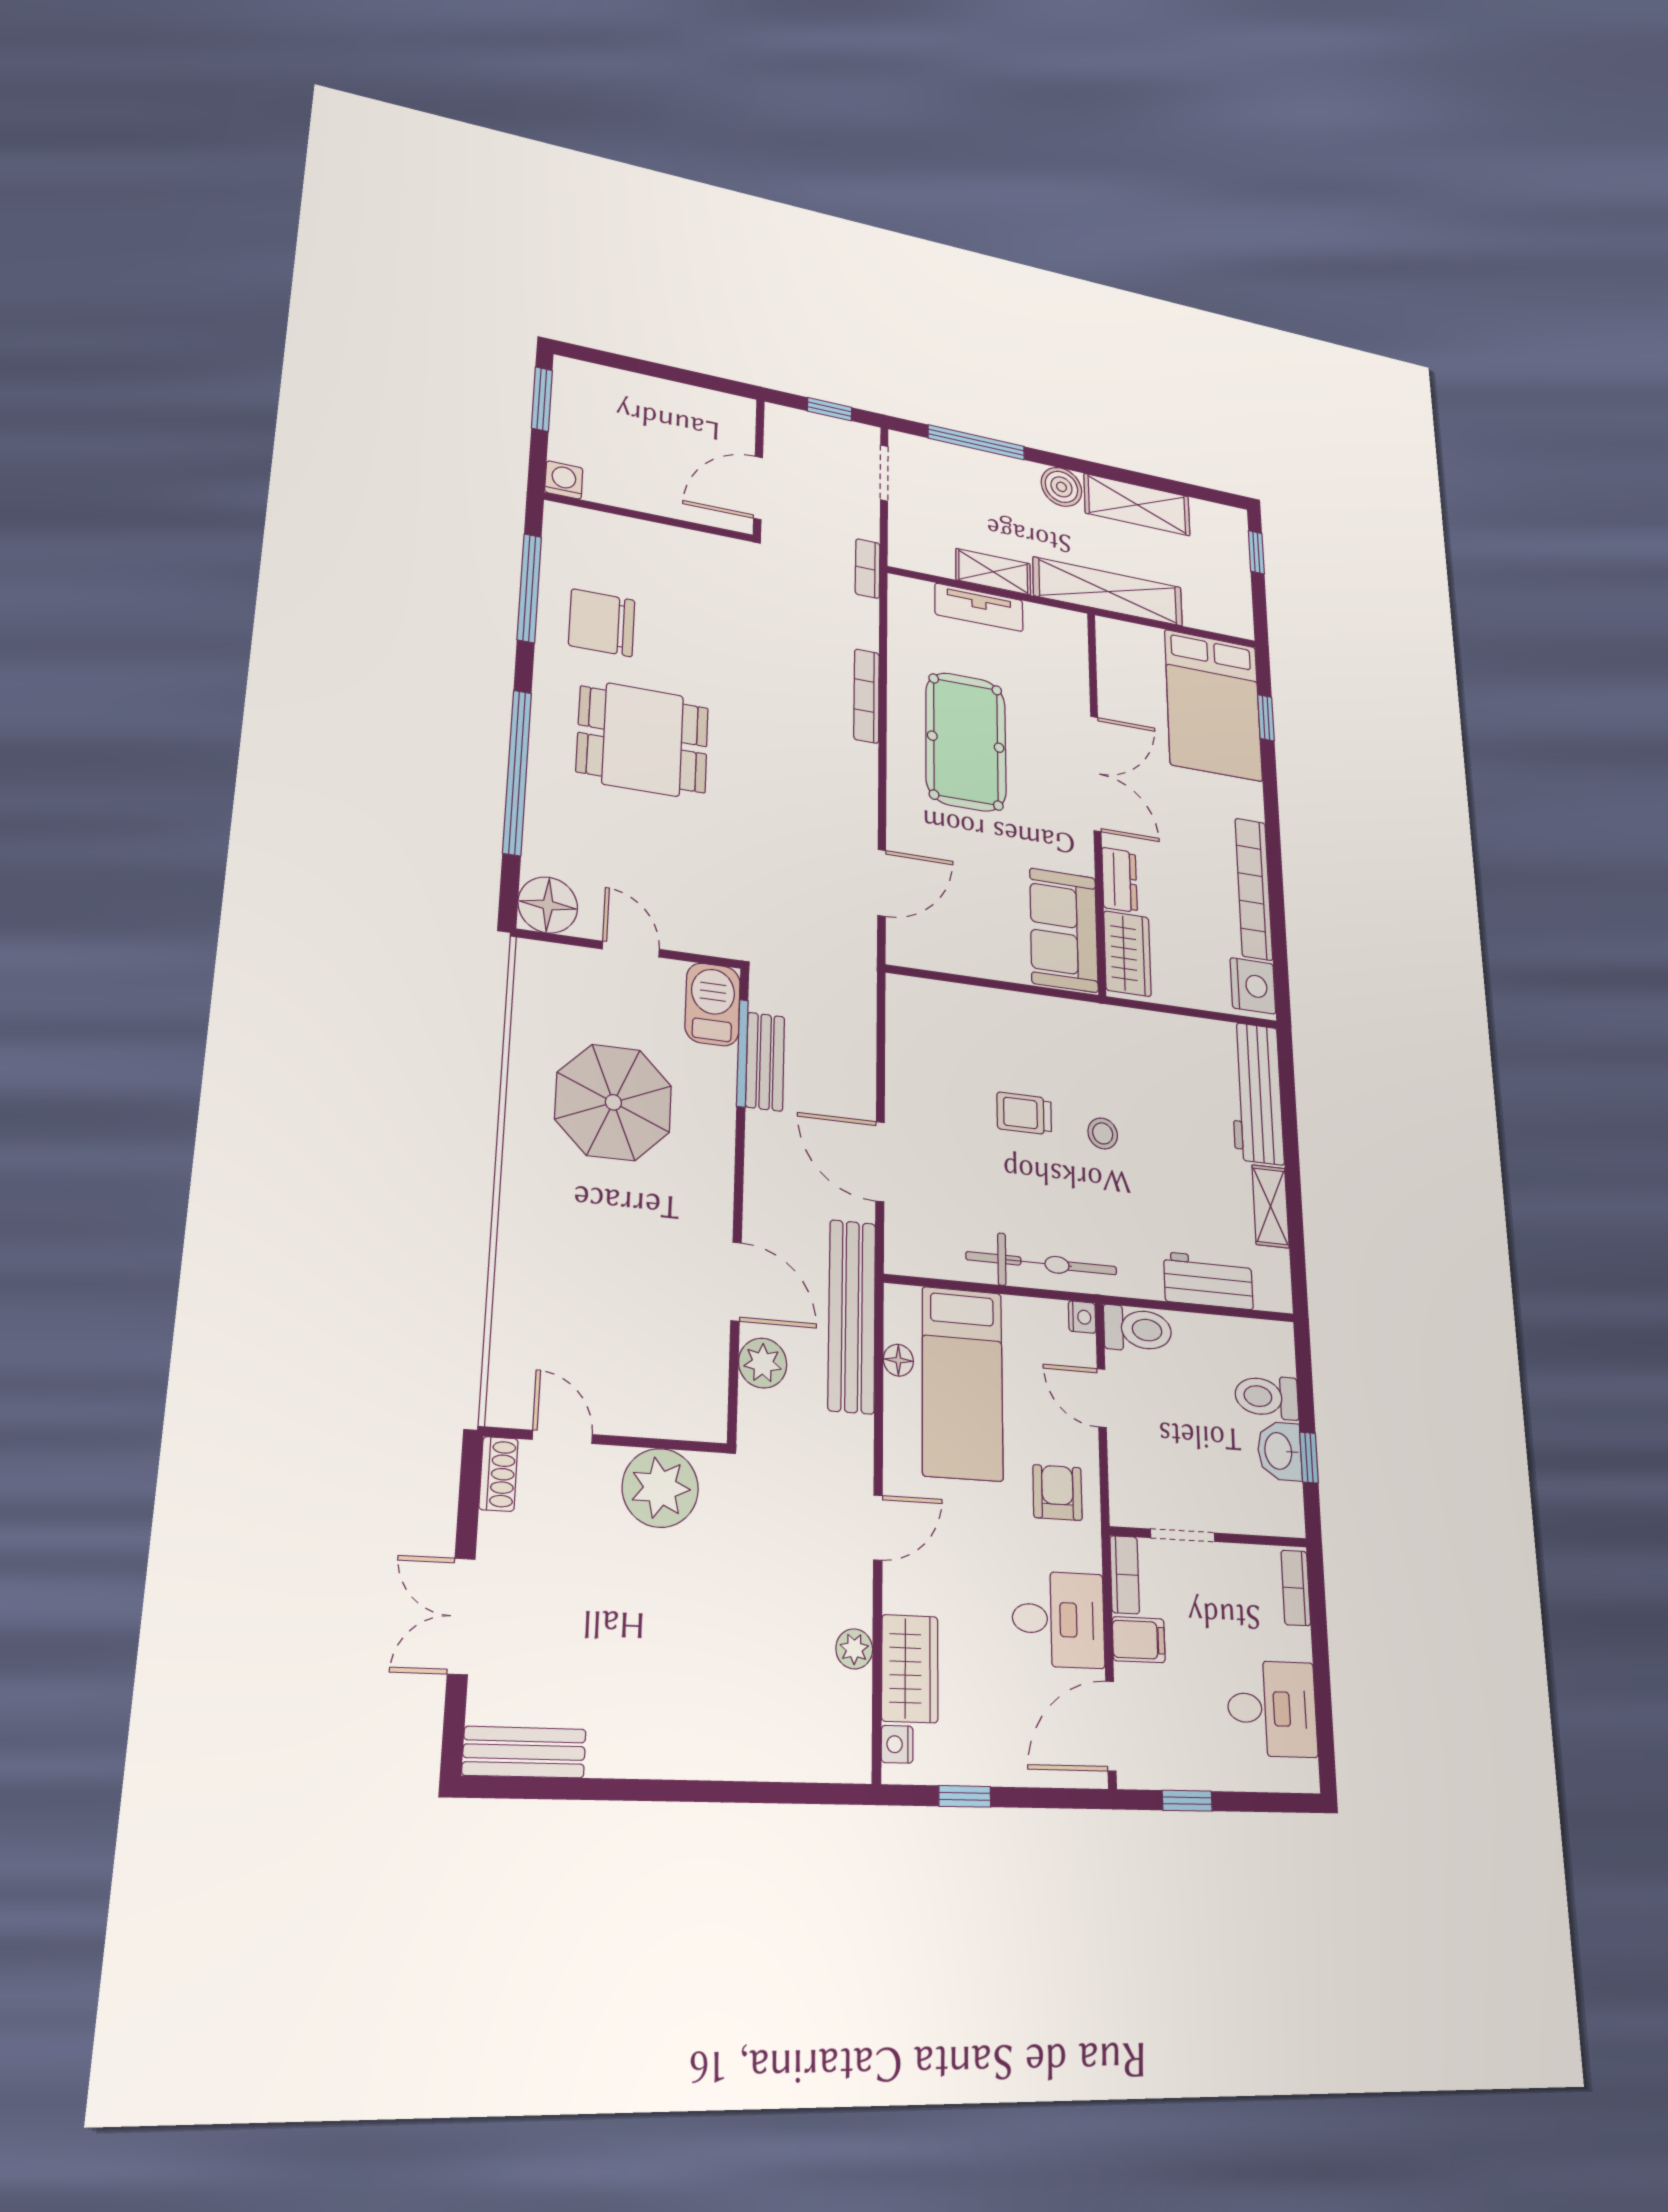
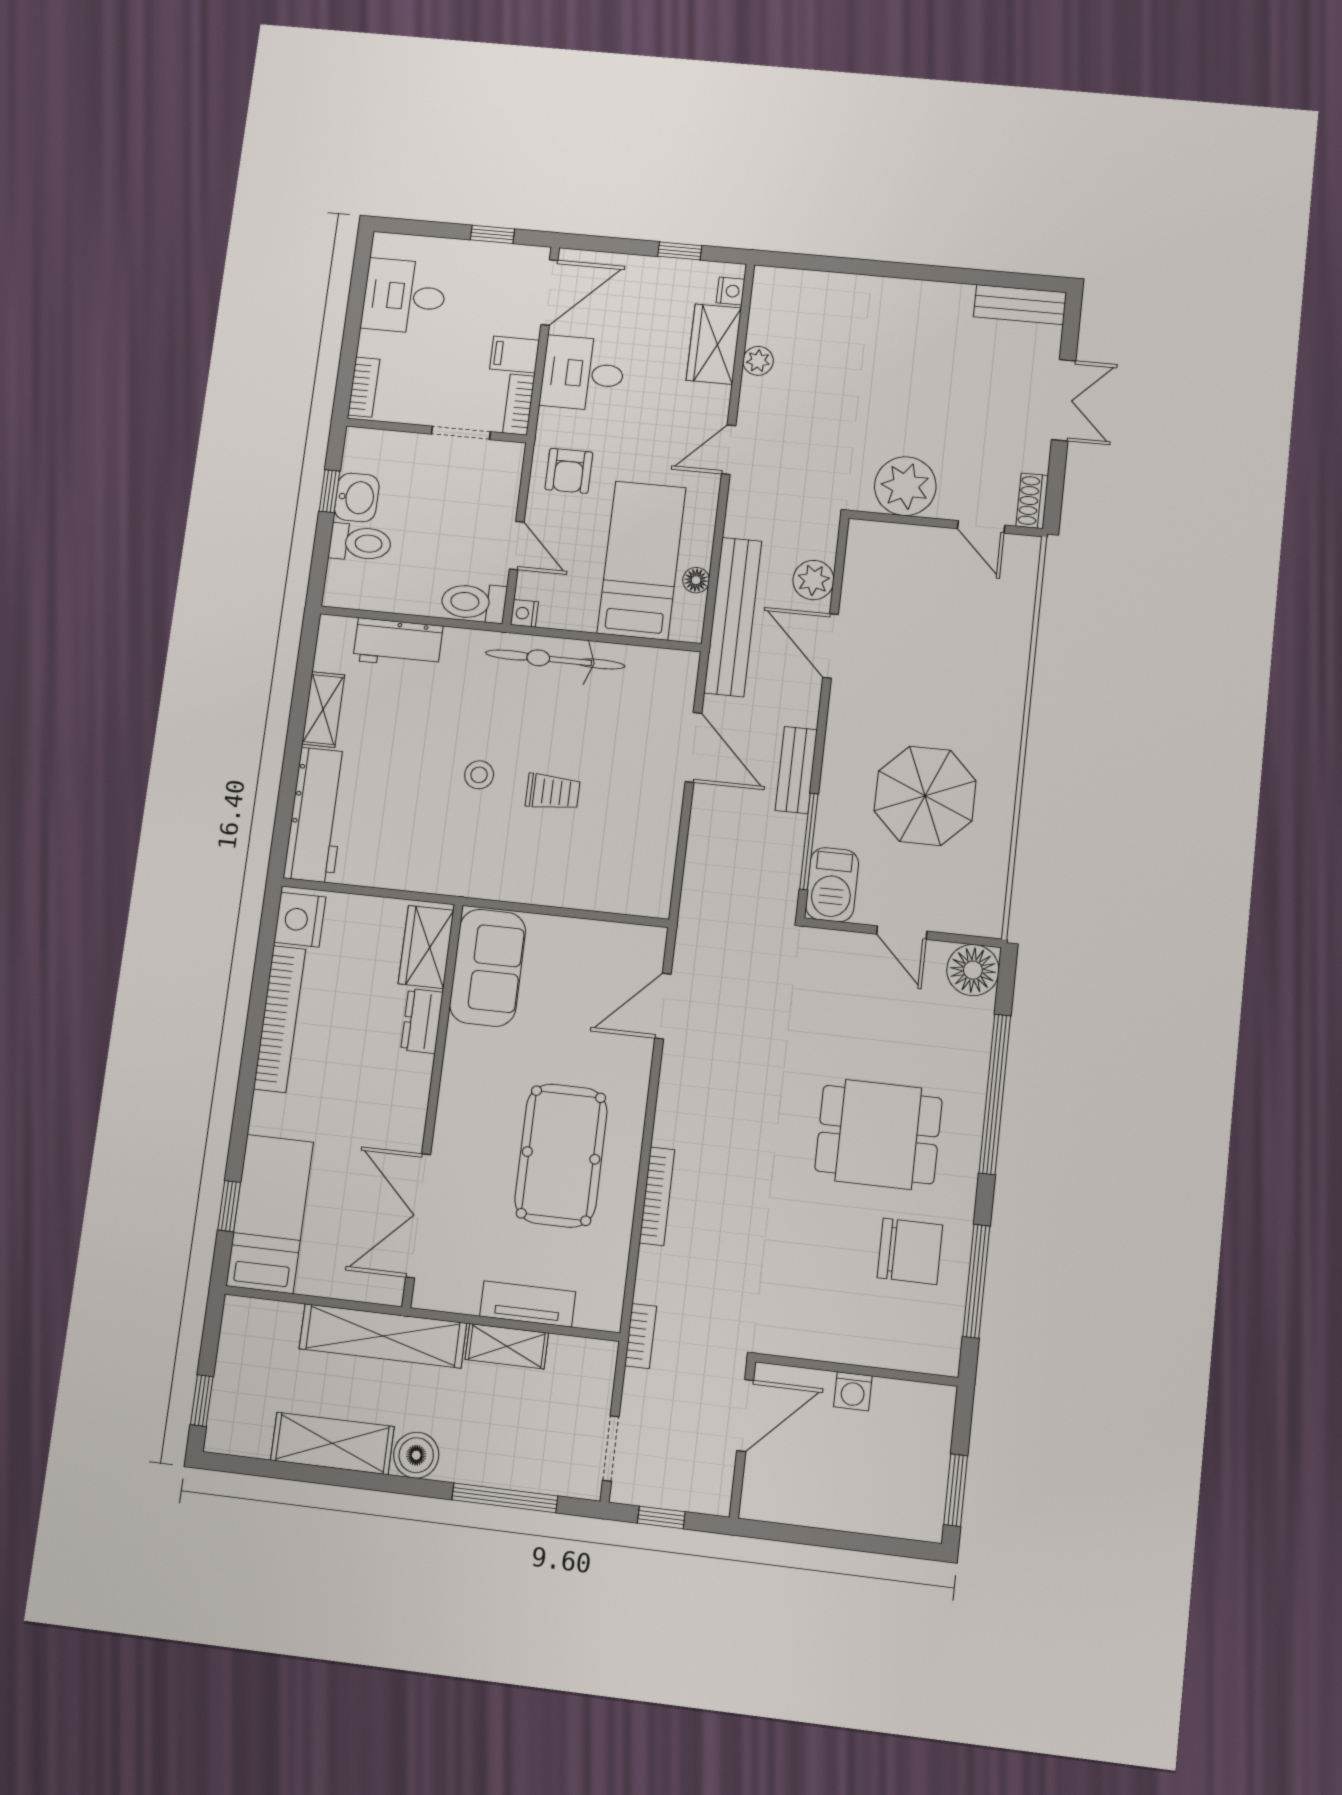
washing machine: (564, 480) -> (853, 1391), moved
bed: (1213, 705) -> (270, 1214), width x0.67
double door: (1096, 774) -> (418, 1216), moved
bench: (765, 1062) -> (796, 770), moved

